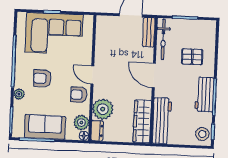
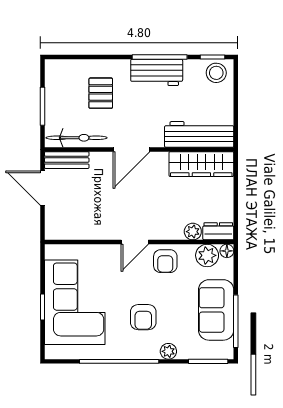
plant: (103, 109) -> (193, 232), width x0.53, depth x0.53

